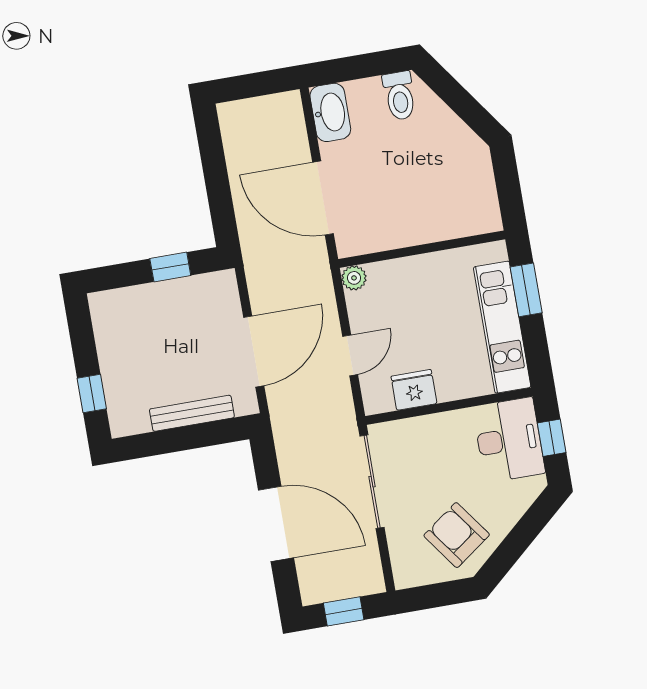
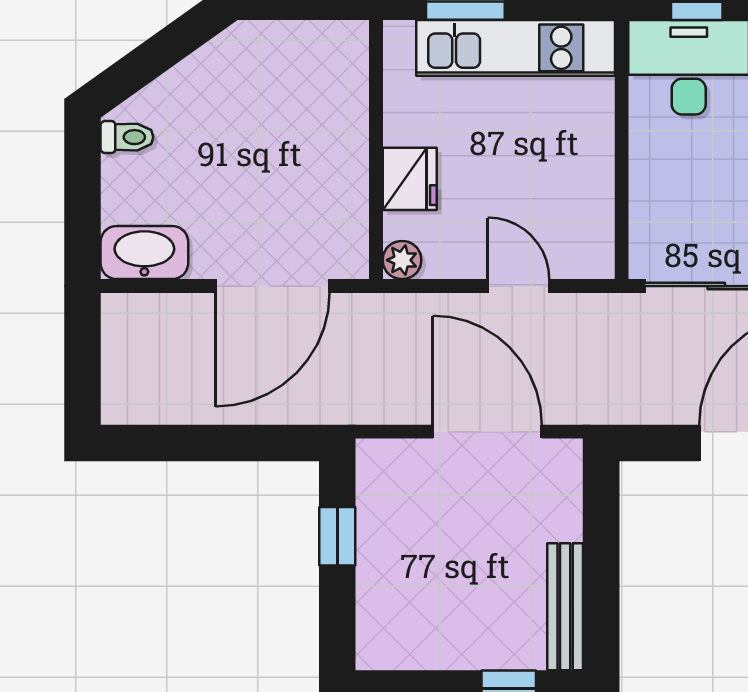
toilet: (399, 96) -> (127, 137), width x0.73, depth x0.72
fridge: (414, 390) -> (410, 179), moved, turned 180
bench: (192, 413) -> (565, 607), moved

